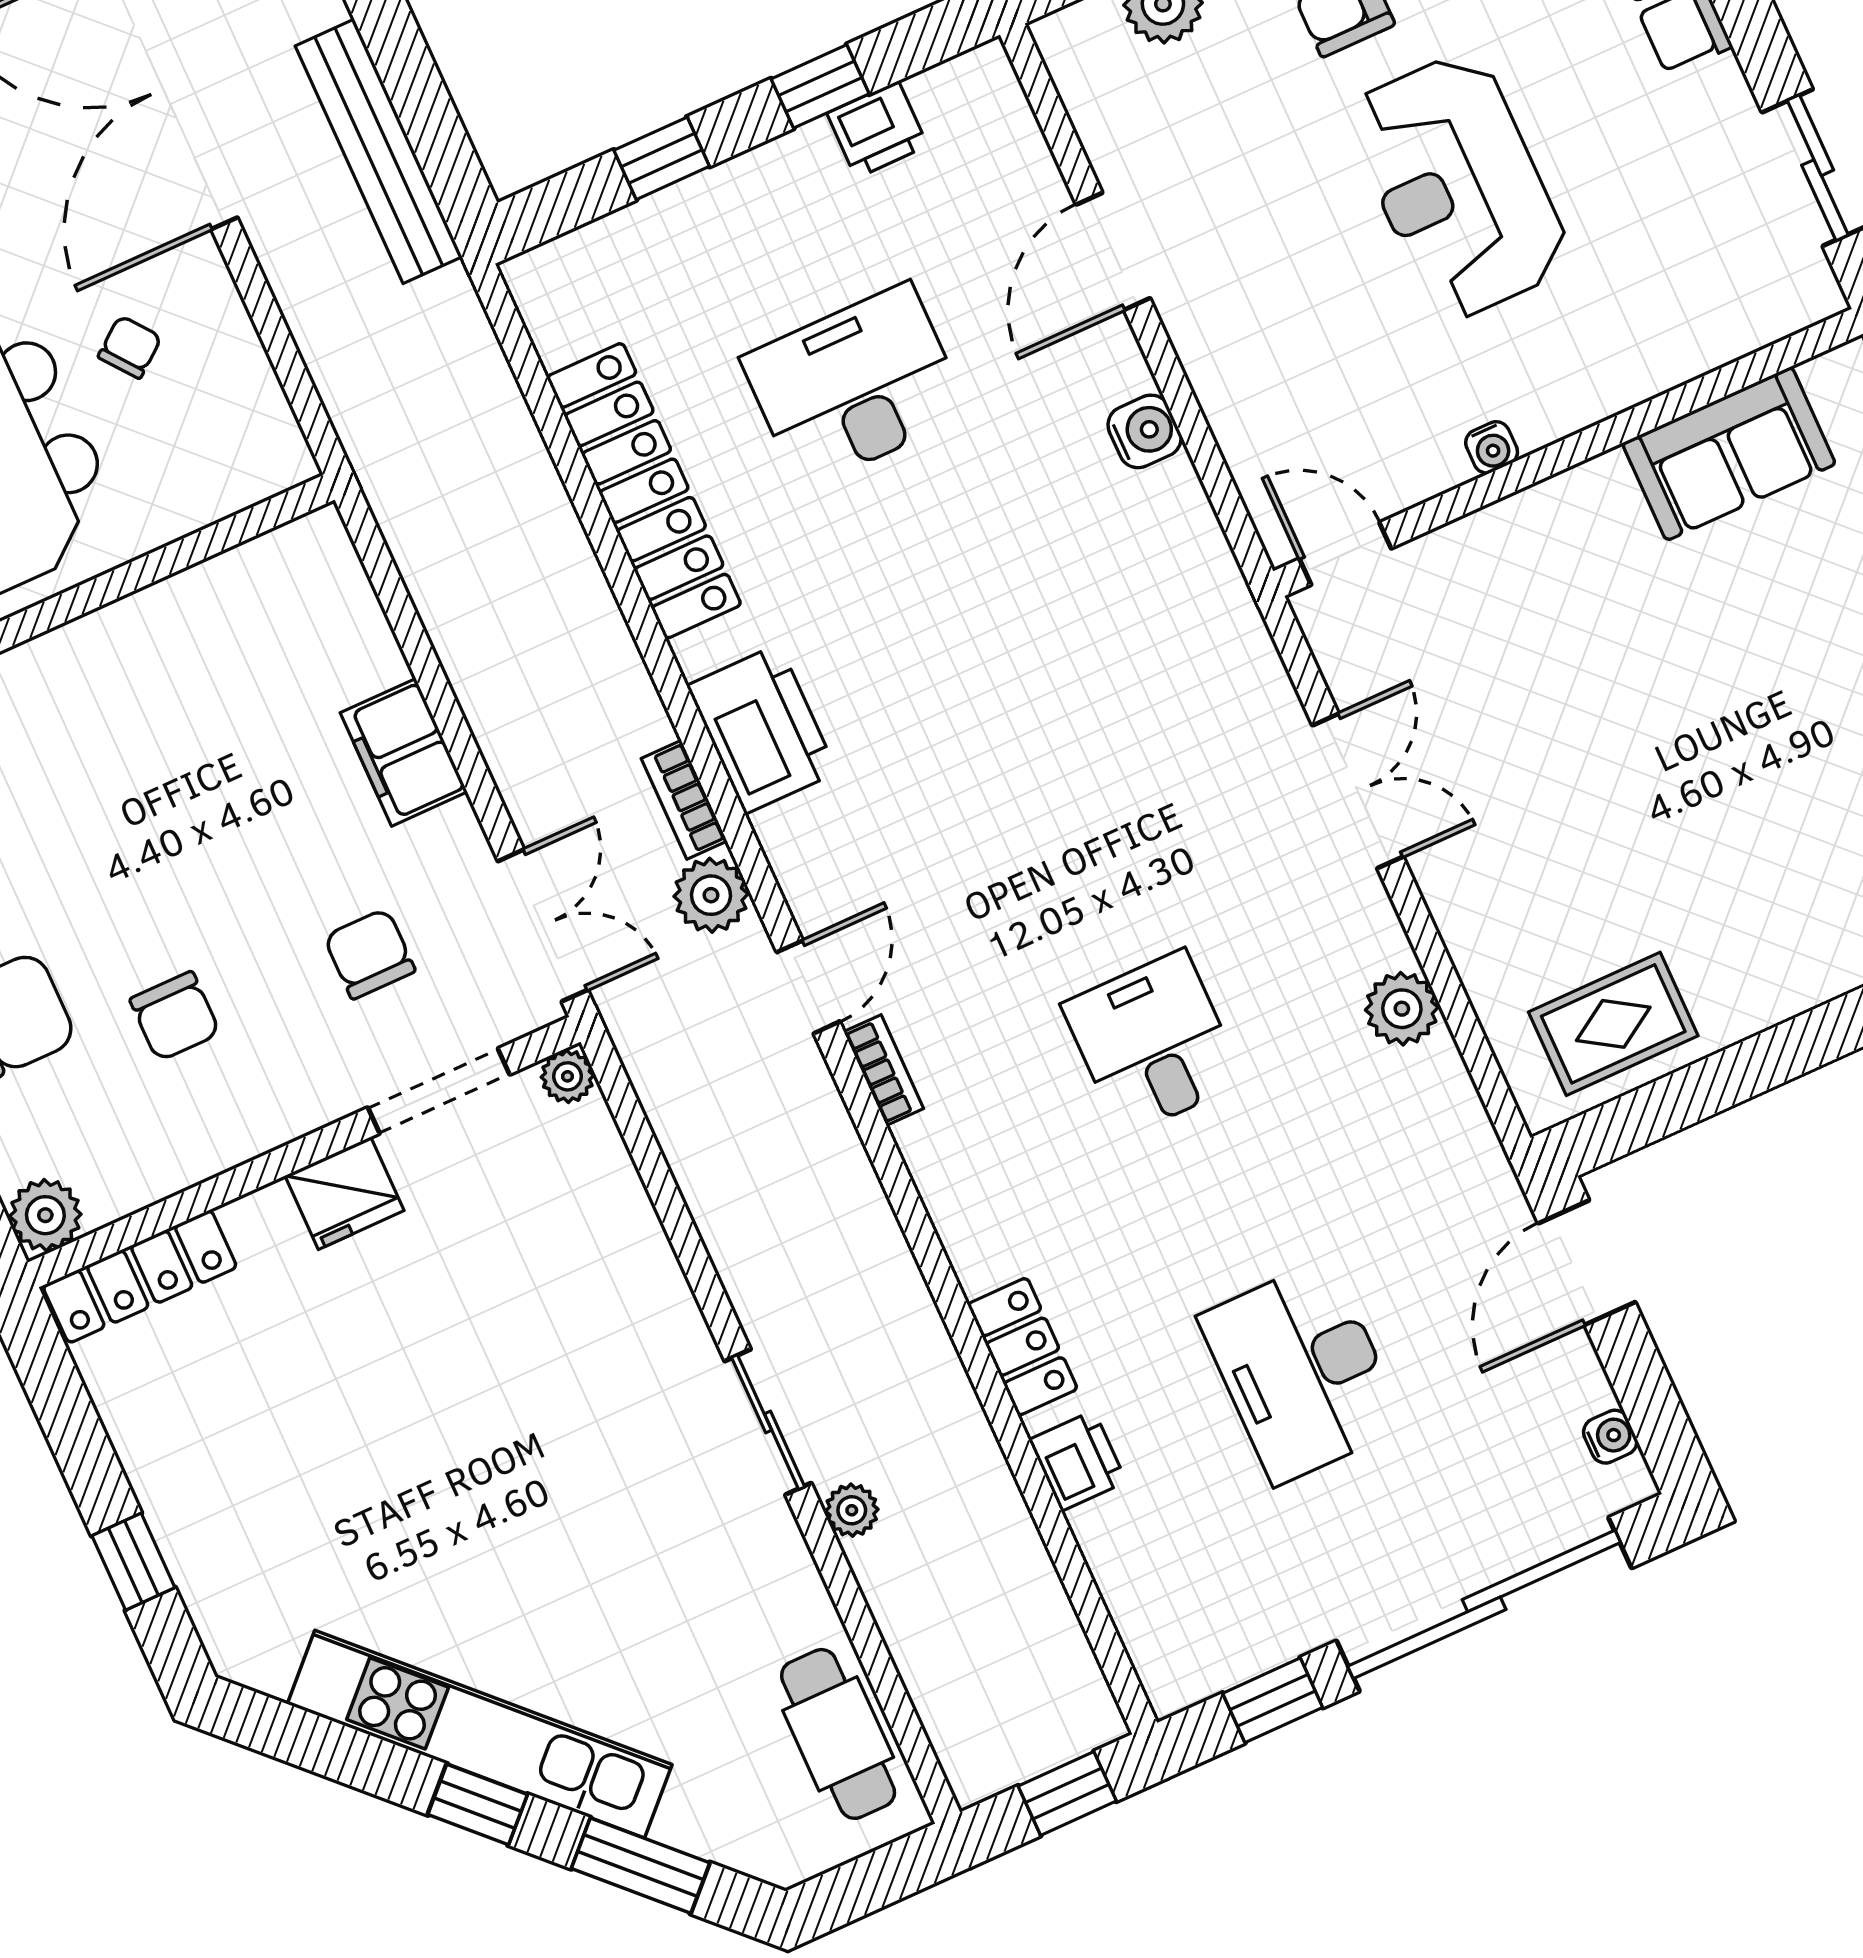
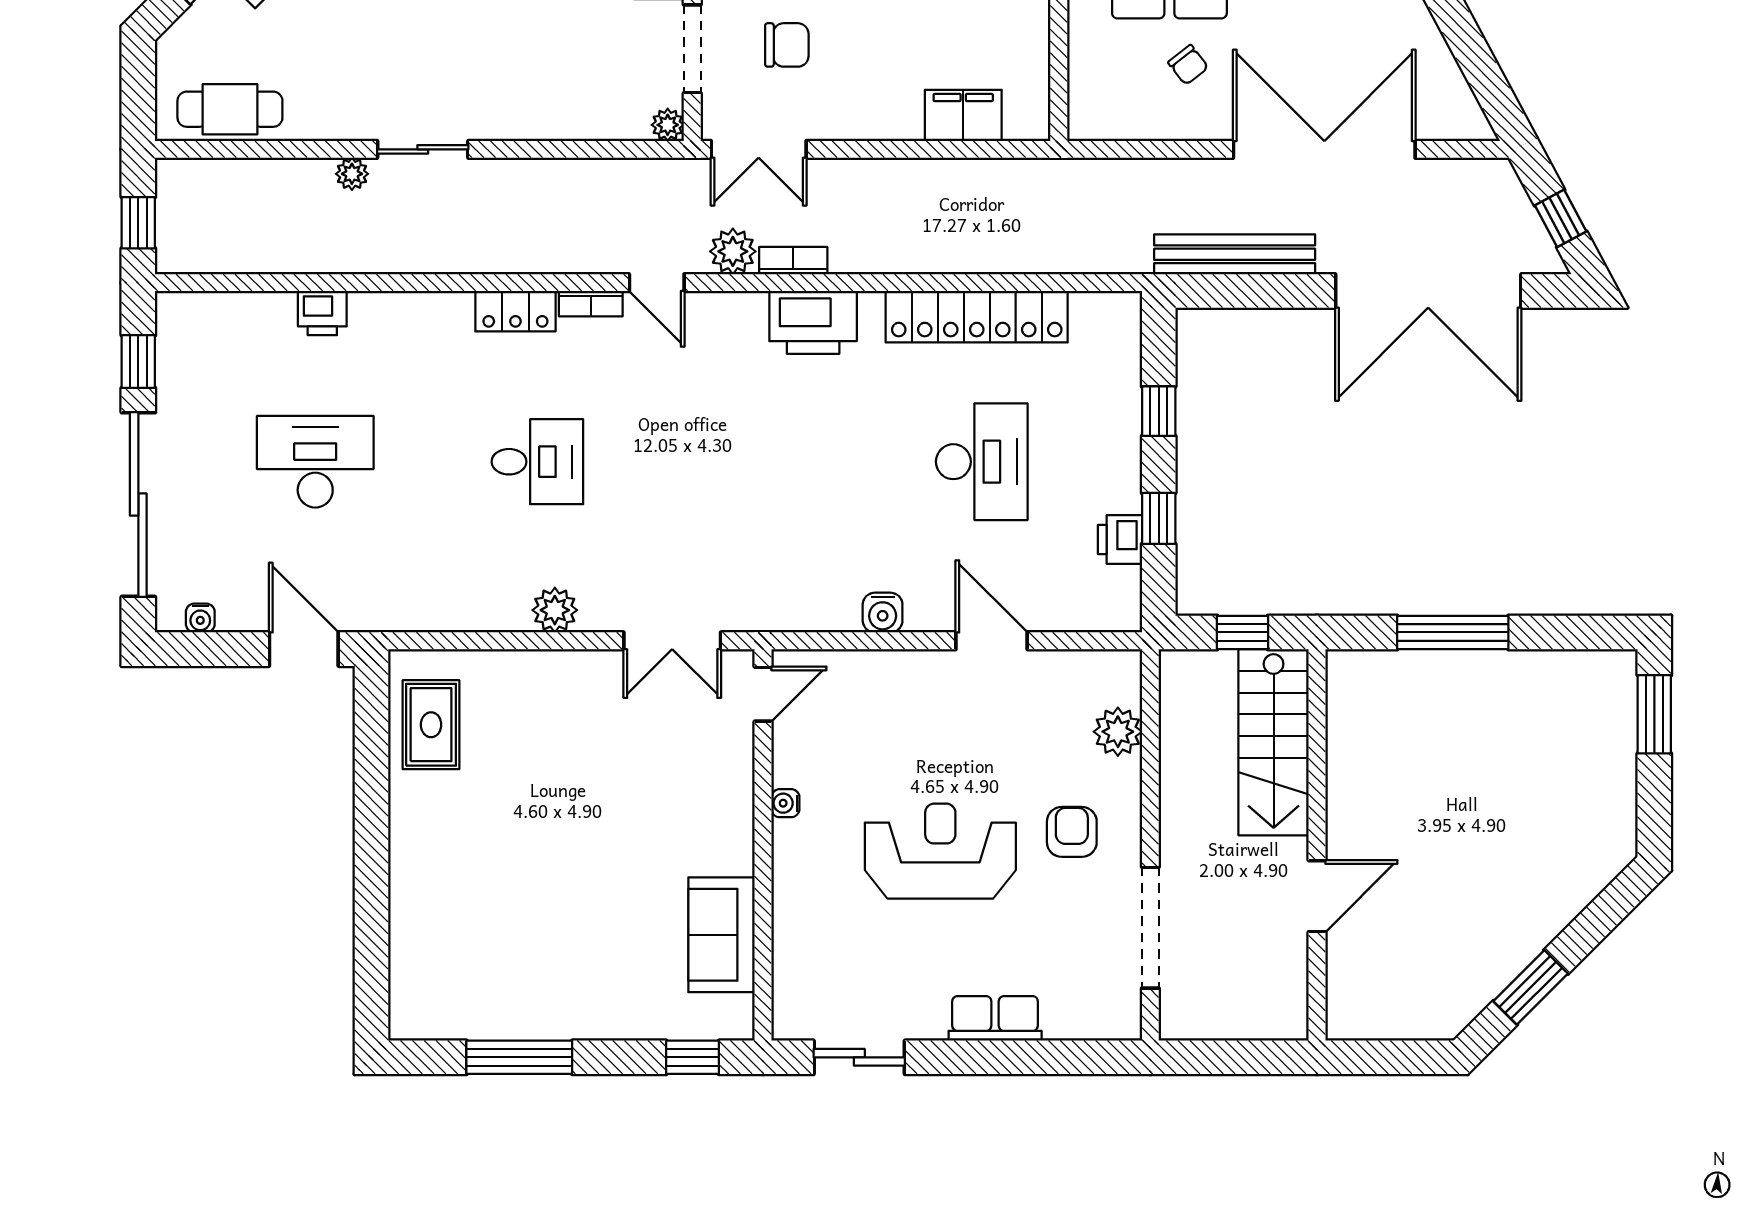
filing cabinet: (404, 752) -> (963, 115), moved
double door: (1358, 791) -> (672, 641), moved
plant: (1402, 1009) -> (555, 610), moved
locker: (1022, 1347) -> (515, 311), moved

